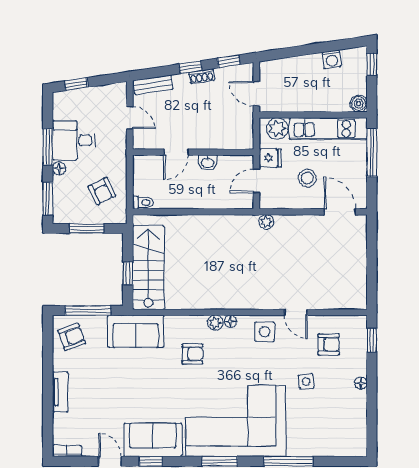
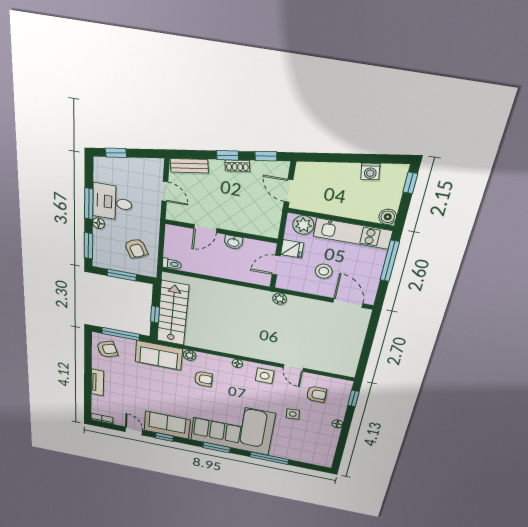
plant: (215, 323) -> (190, 355), moved

